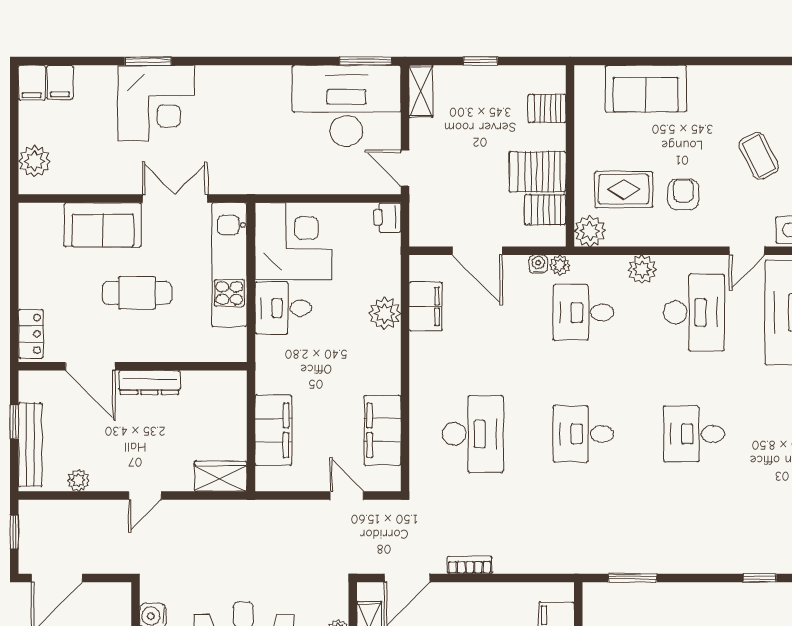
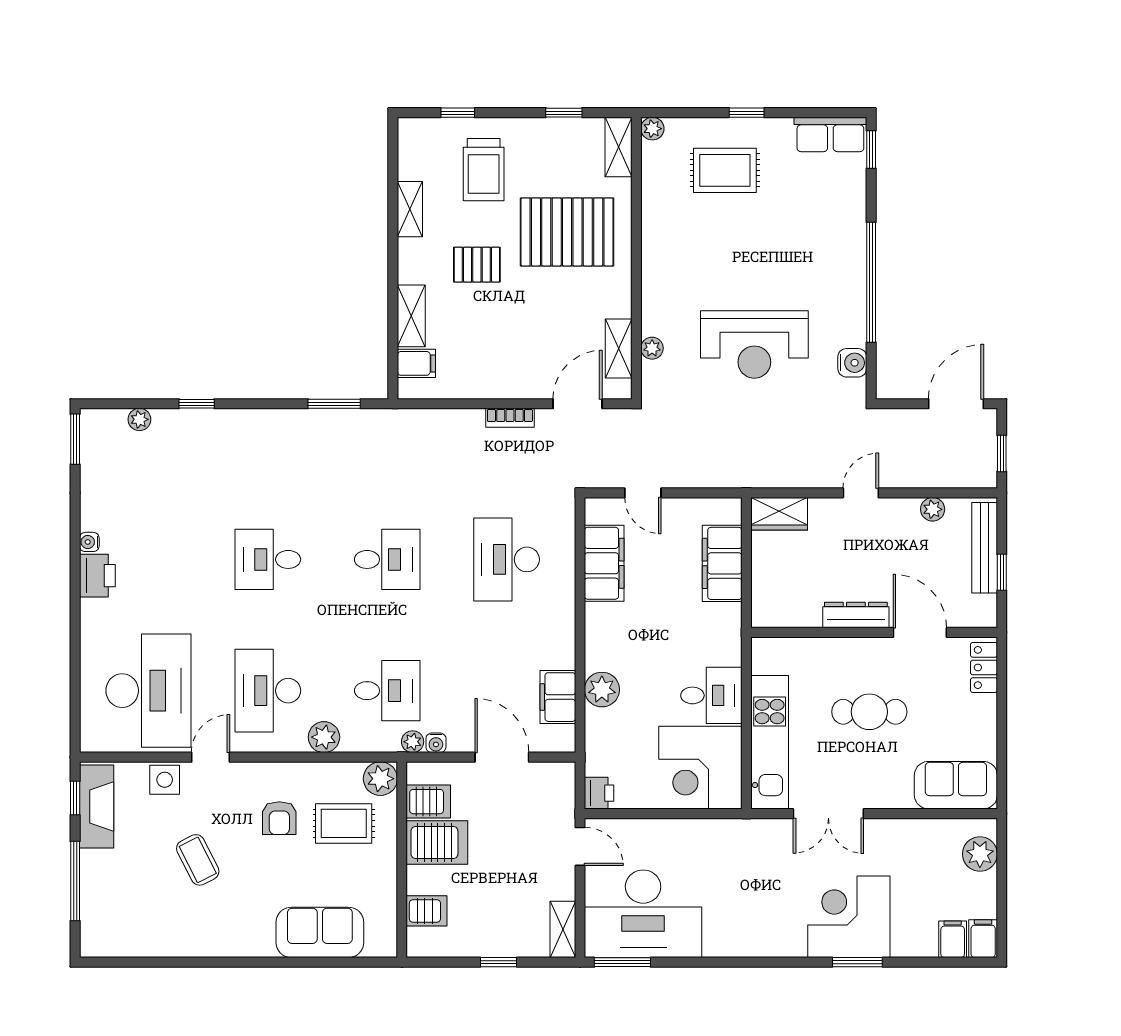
sofa: (103, 225) -> (956, 785), moved
desk: (694, 434) -> (268, 559), turned 180

